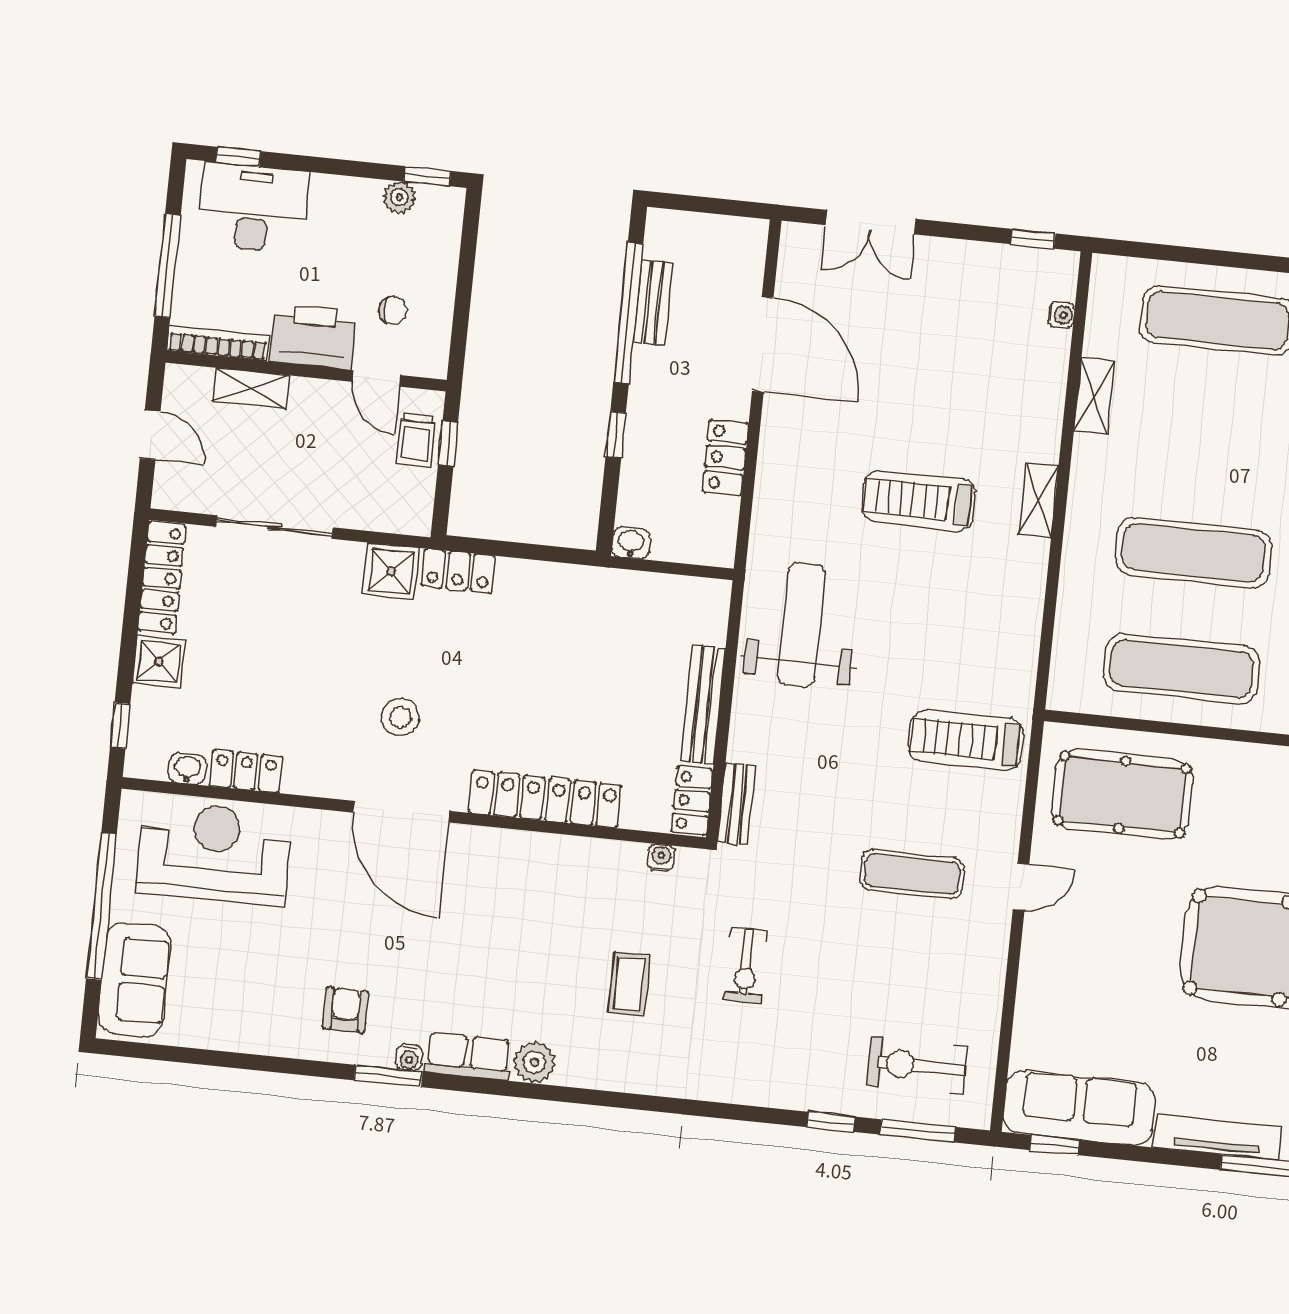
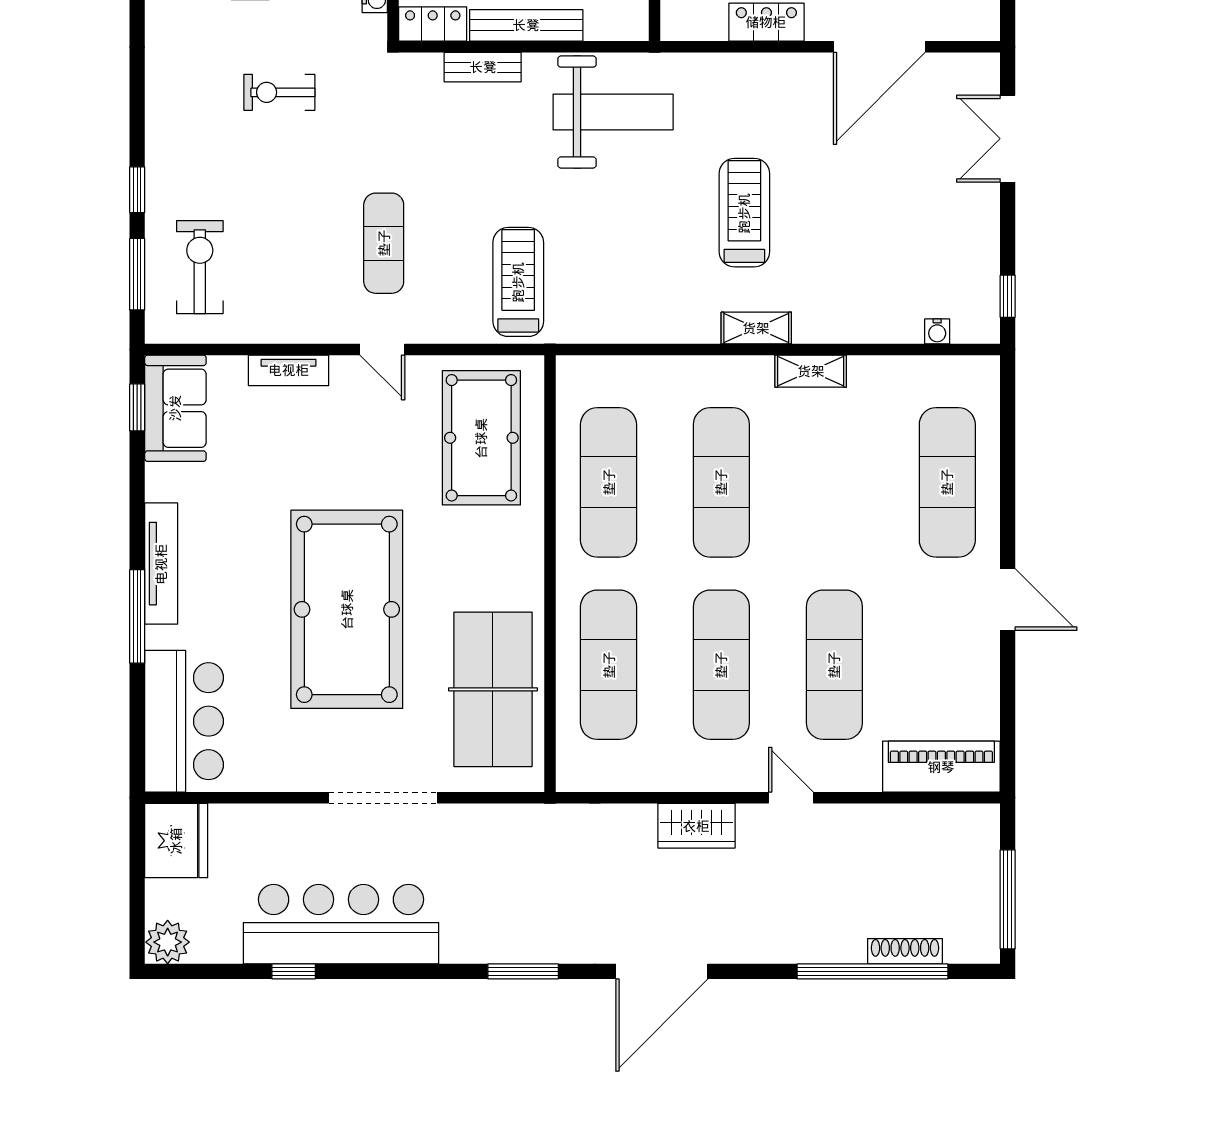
shelving: (1094, 396) -> (811, 371), moved
bench: (736, 804) -> (483, 67), moved
tv unit: (1032, 986) -> (289, 370), added
sofa: (1079, 1108) -> (175, 408), width x0.73

